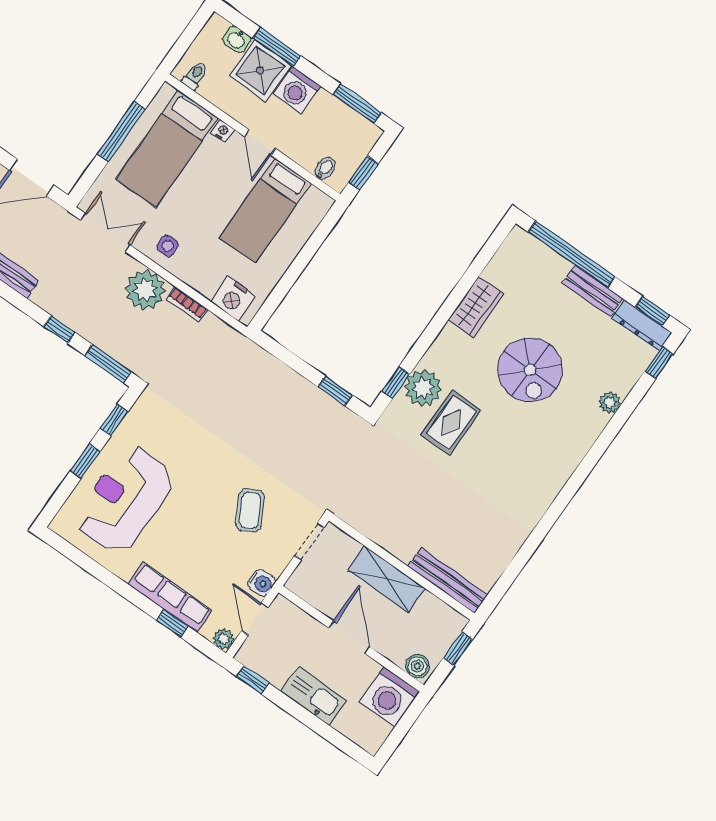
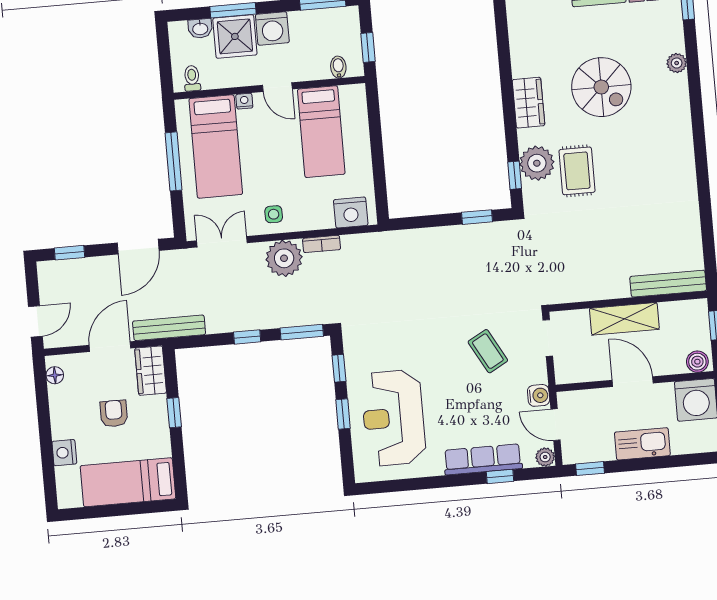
wardrobe: (476, 307) -> (528, 103), moved

